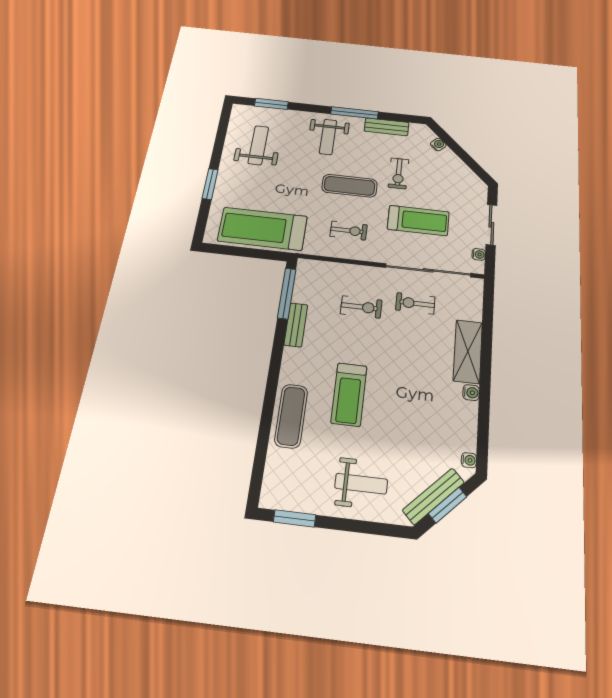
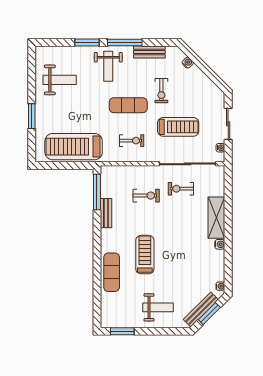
window: (271, 104) -> (87, 43), moved
weight bench: (258, 145) -> (60, 80), turned 90
treadmill: (349, 394) -> (145, 255), turned 180

